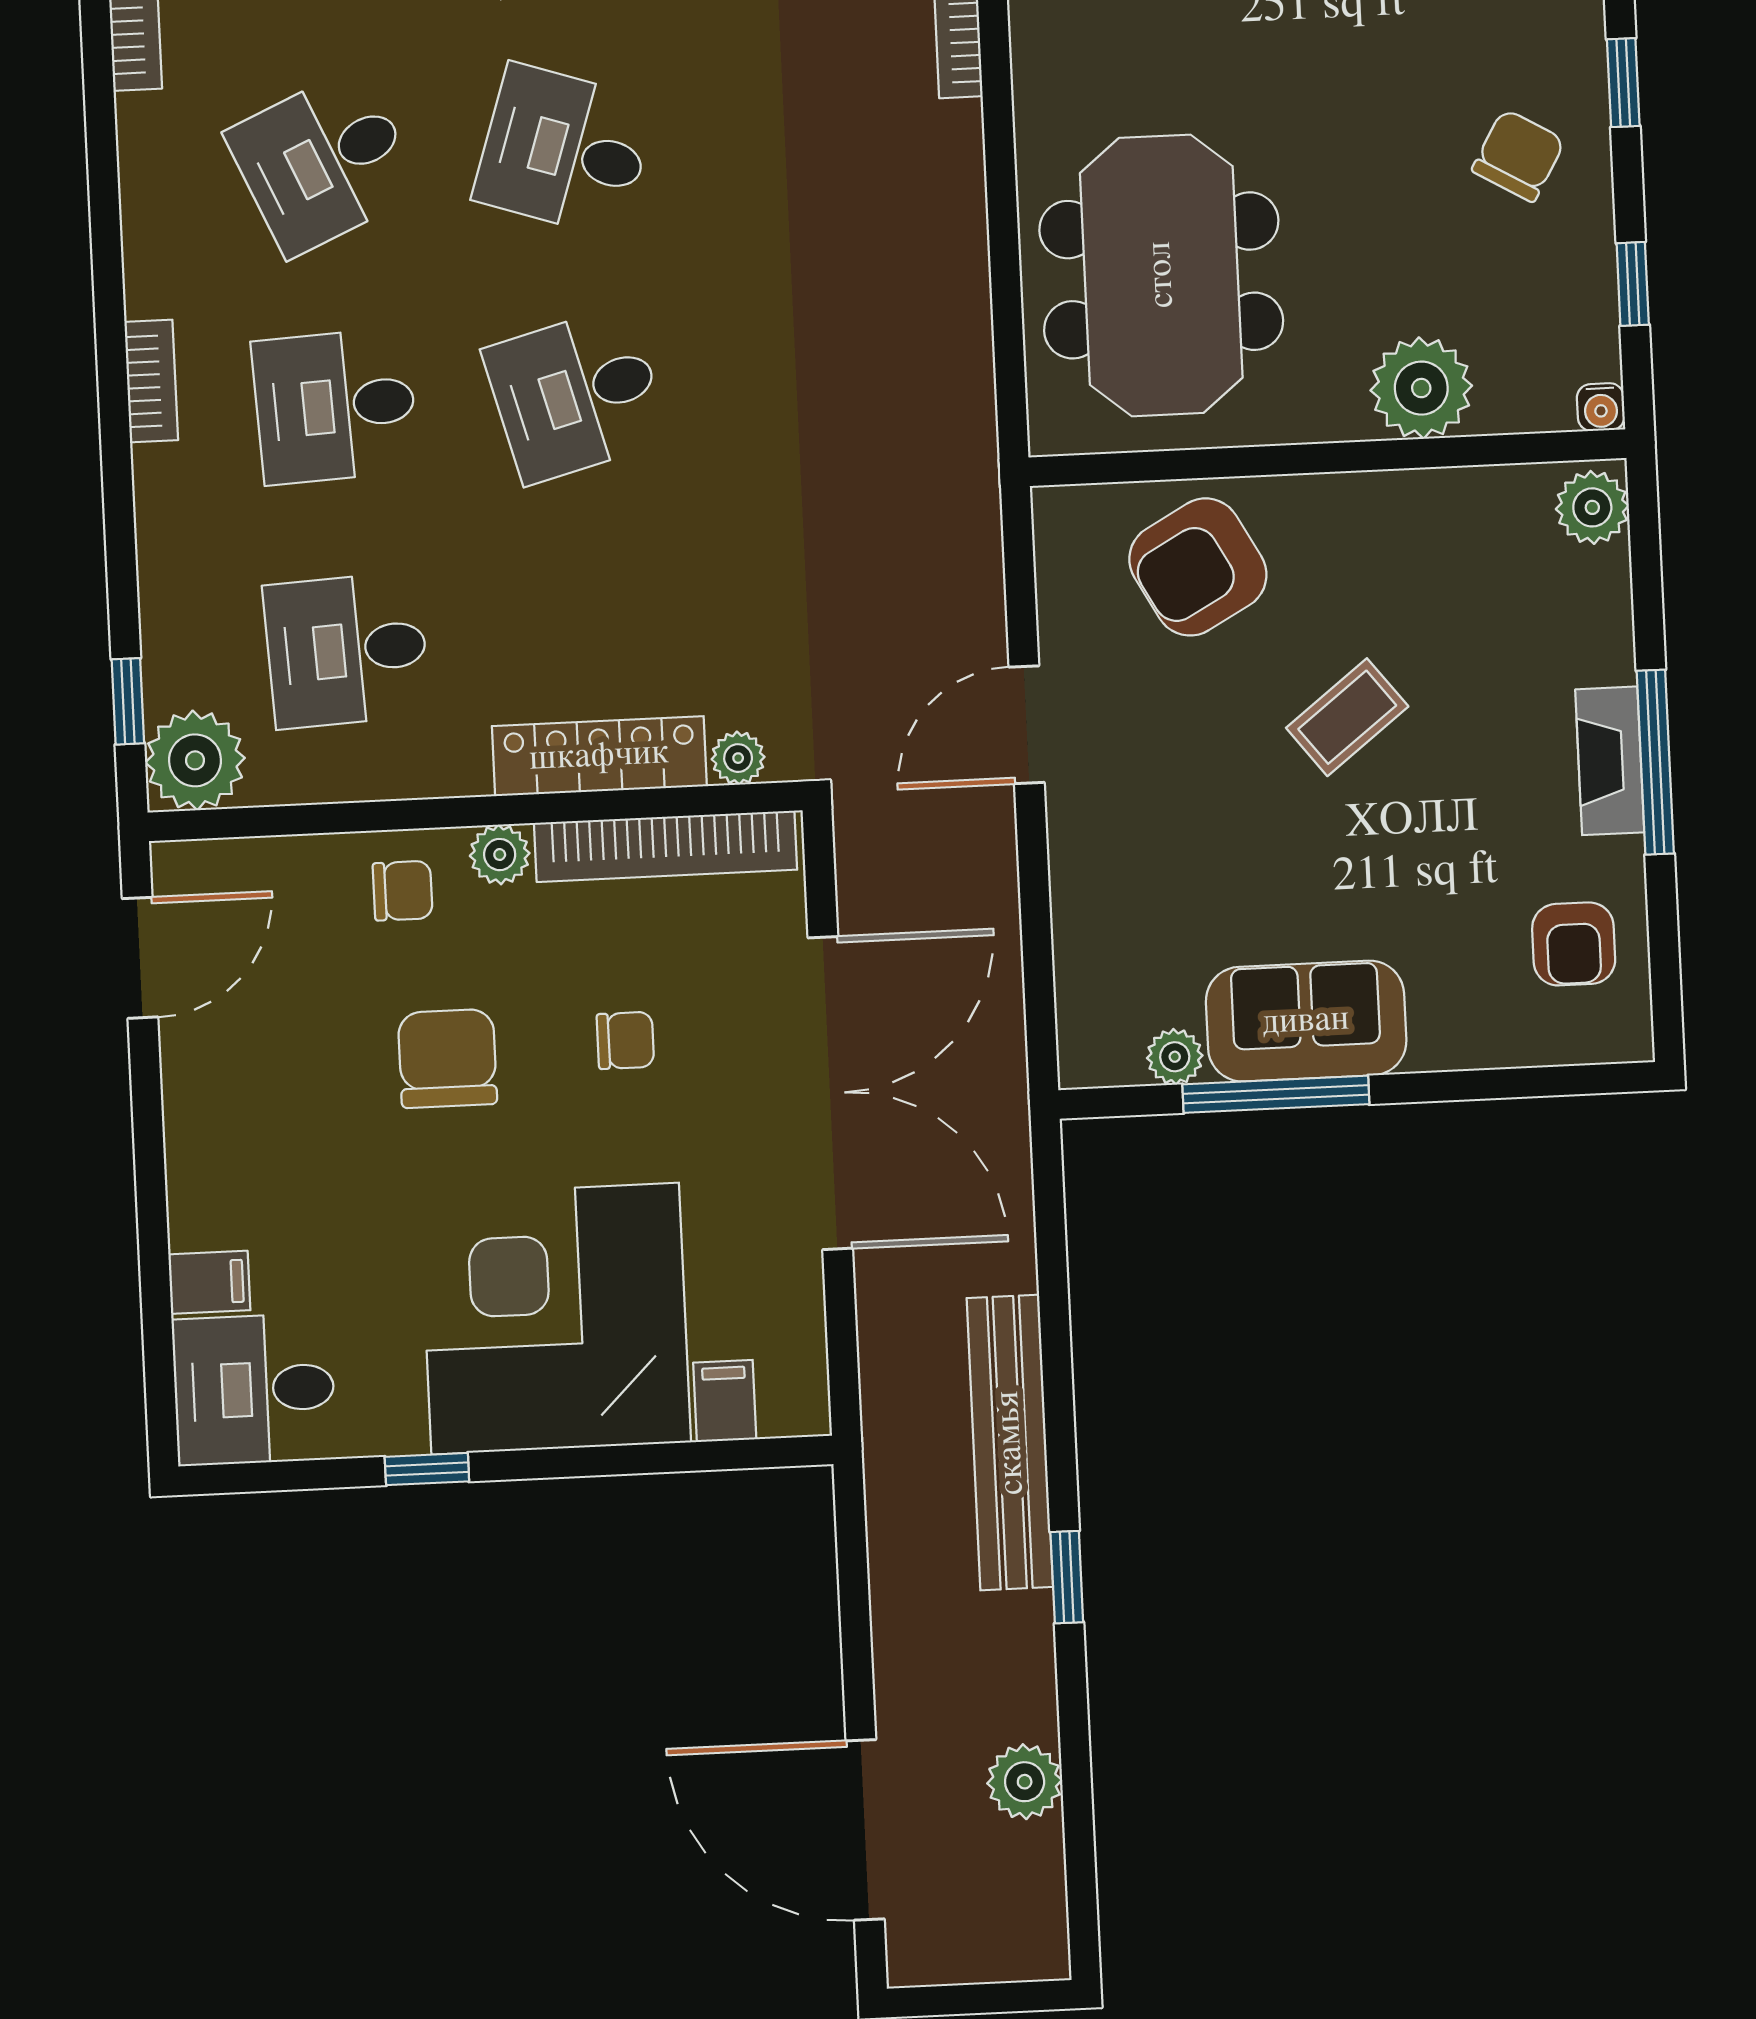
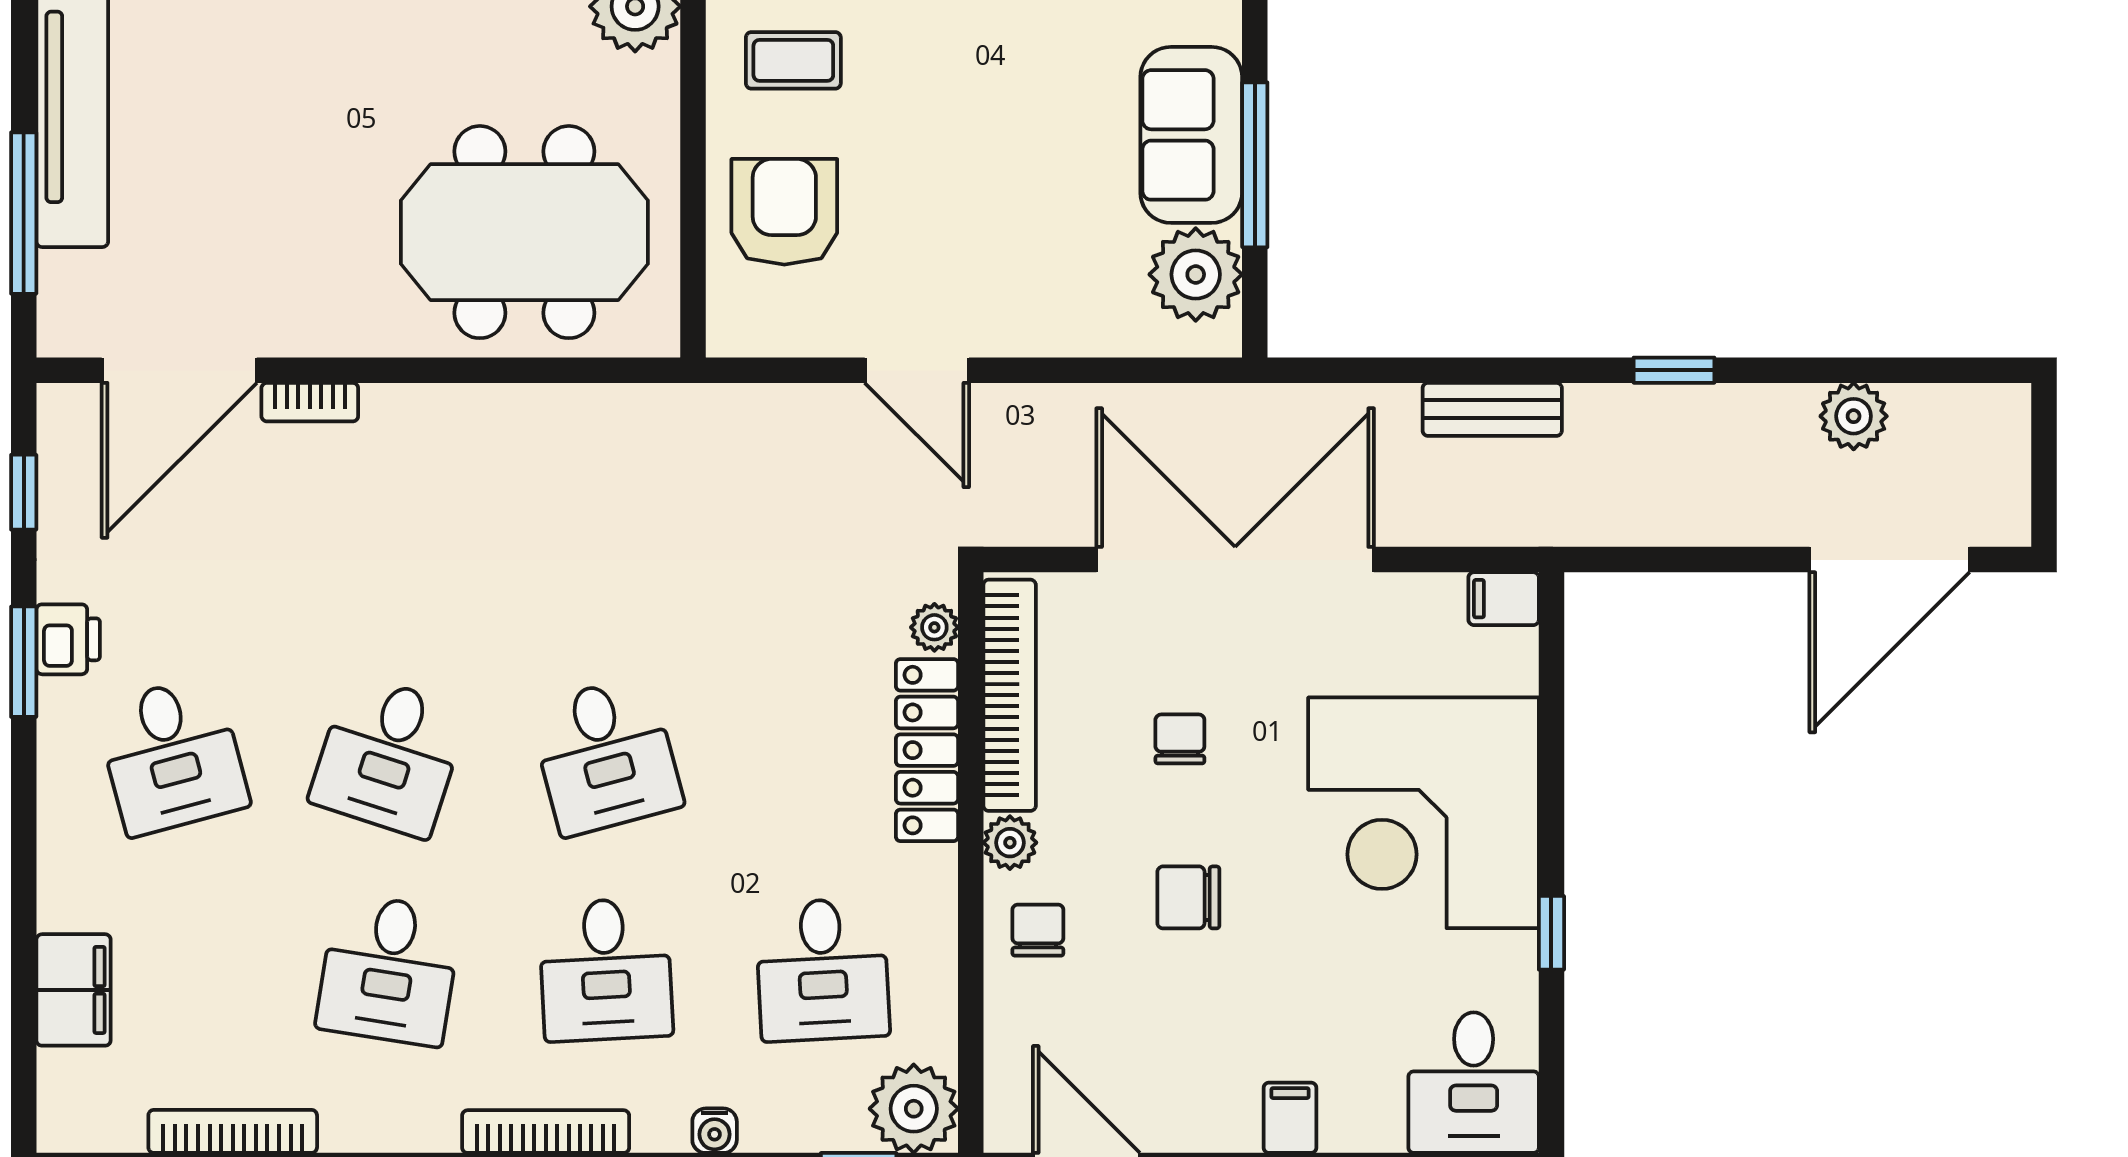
desk: (324, 162) -> (389, 970), turned 33
bookcase: (151, 381) -> (546, 1132), width x1.56
water cooler: (160, 537) -> (715, 1131), added
armchair: (1198, 567) -> (784, 212), turned -151
coffee table: (1347, 717) -> (793, 60), moved, turned -52
plant: (1175, 1057) -> (1196, 274), width x1.88, depth x1.88
chair: (447, 1058) -> (1188, 897), width x0.73, depth x0.73
filing cabinet: (209, 1282) -> (1290, 1118), moved
filing cabinet: (725, 1401) -> (1504, 599), moved
bench: (1010, 1443) -> (1492, 409), width x0.54, depth x0.82

